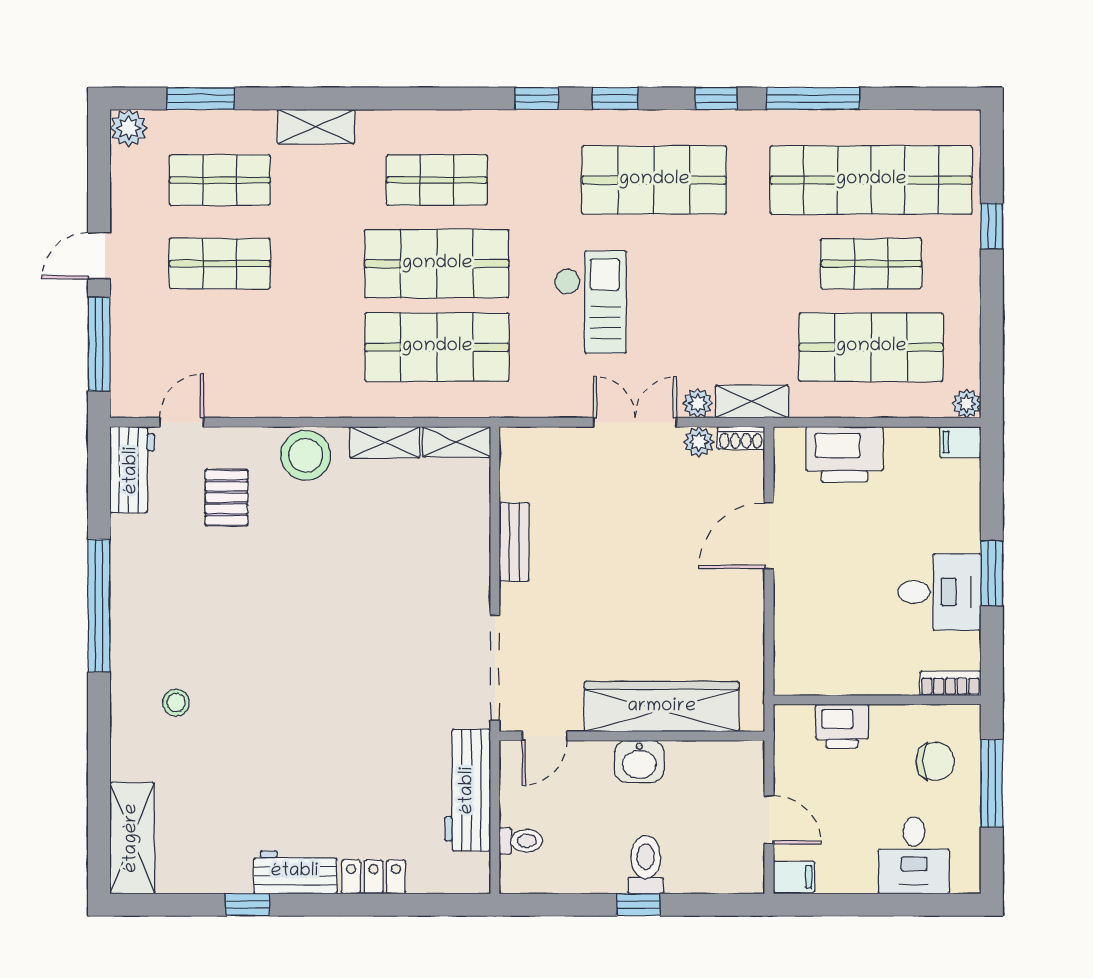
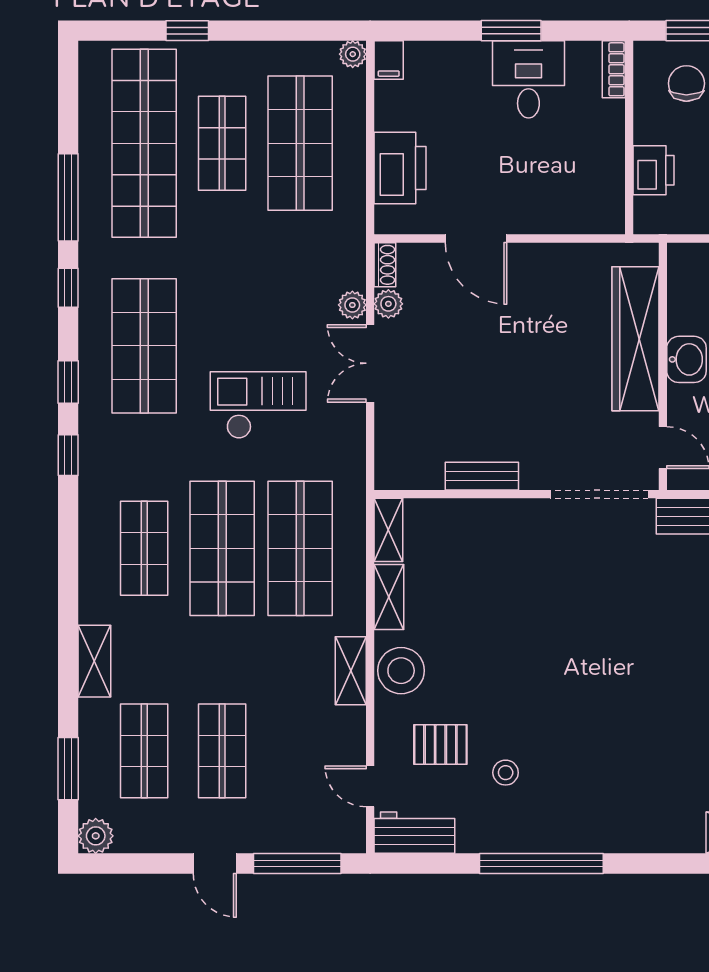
shelving: (752, 401) -> (351, 671), moved
stool: (176, 703) -> (506, 773), moved

